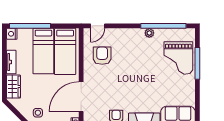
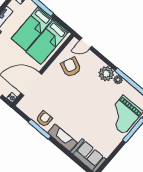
plant: (136, 36) -> (106, 74), added
armchair: (102, 56) -> (71, 67), turned -66

